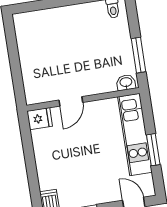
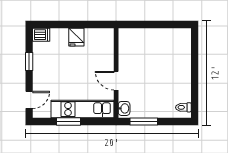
door: (71, 101) -> (116, 81), moved
fridge: (40, 119) -> (76, 37), moved

